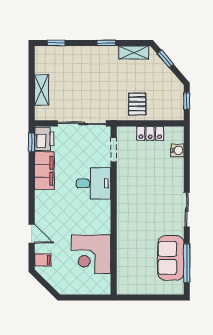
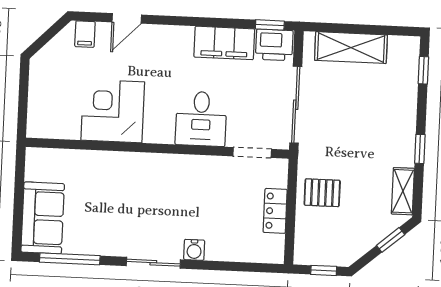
shelving: (41, 90) -> (351, 48), width x1.50, depth x1.33
water cooler: (177, 150) -> (194, 250), moved
corner desk: (91, 254) -> (113, 111), moved
sofa: (171, 258) -> (43, 218), moved, turned 90

